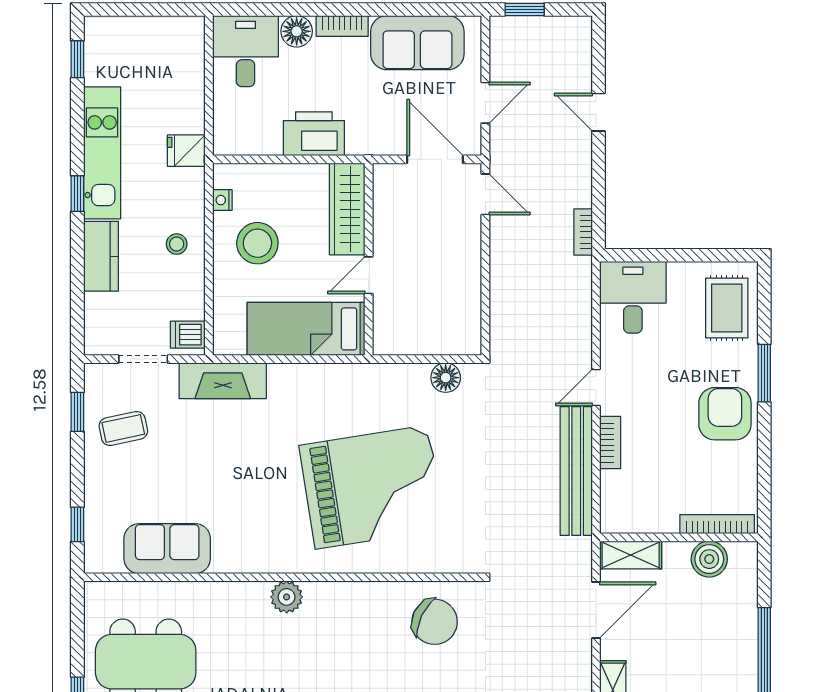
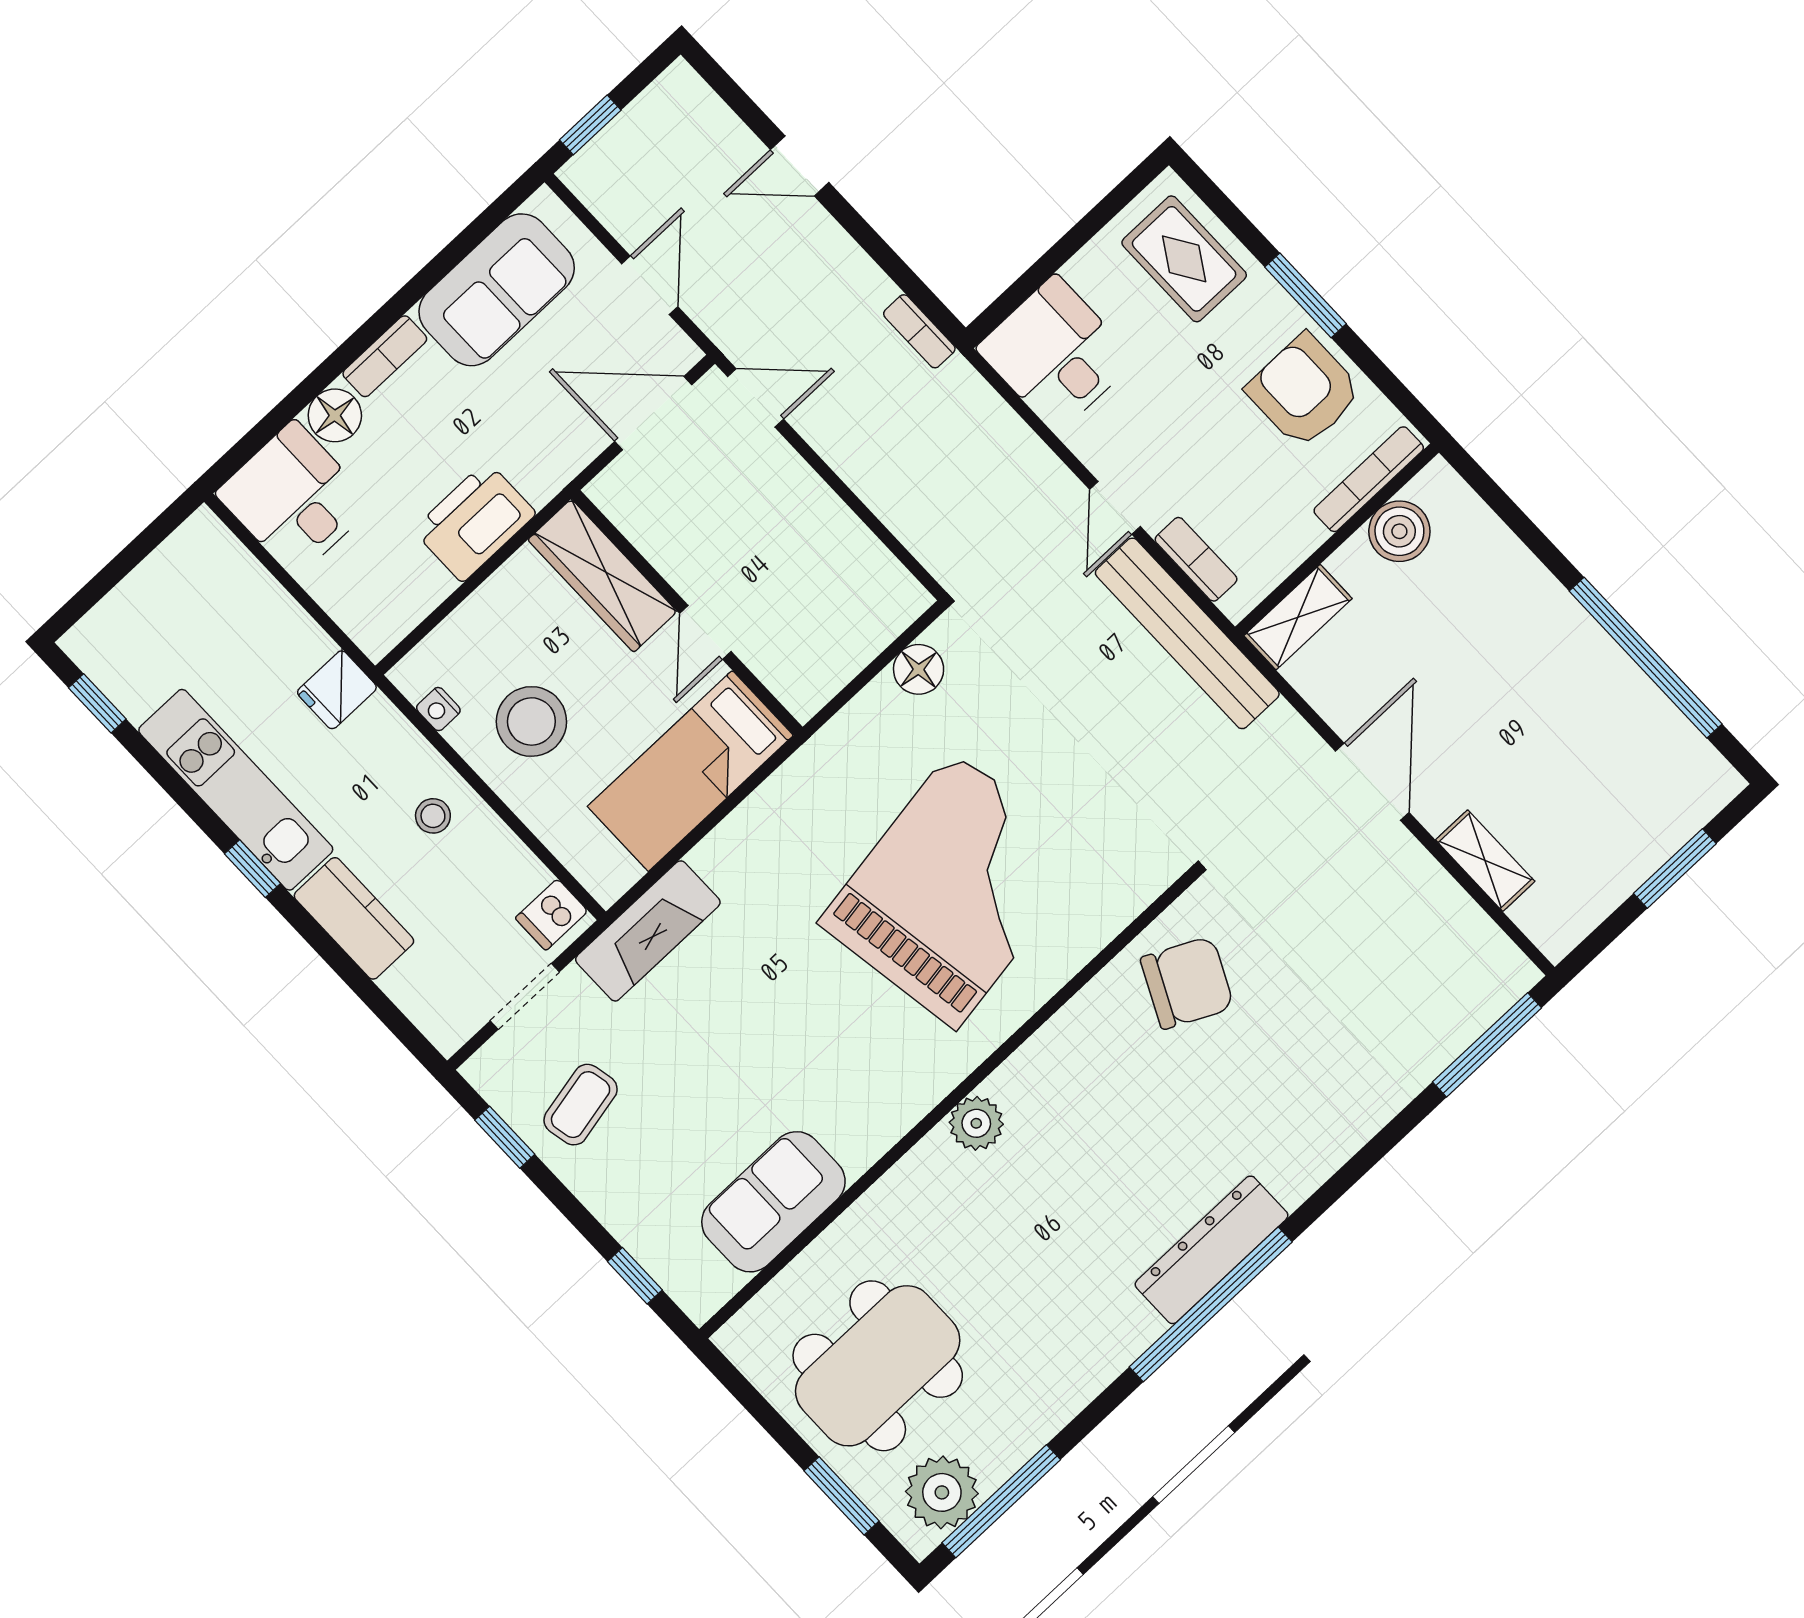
bookcase: (717, 524) -> (1369, 479), moved
wall: (679, 537) -> (1337, 540), moved
shelving: (631, 555) -> (1298, 617), moved
boiler: (709, 559) -> (1399, 531), moved

